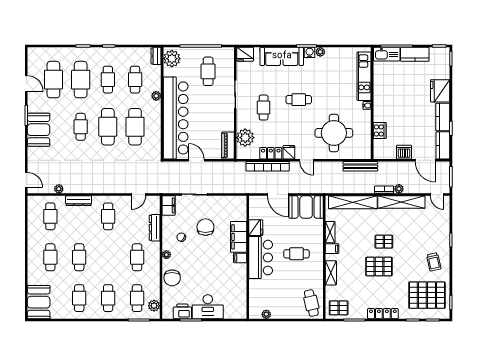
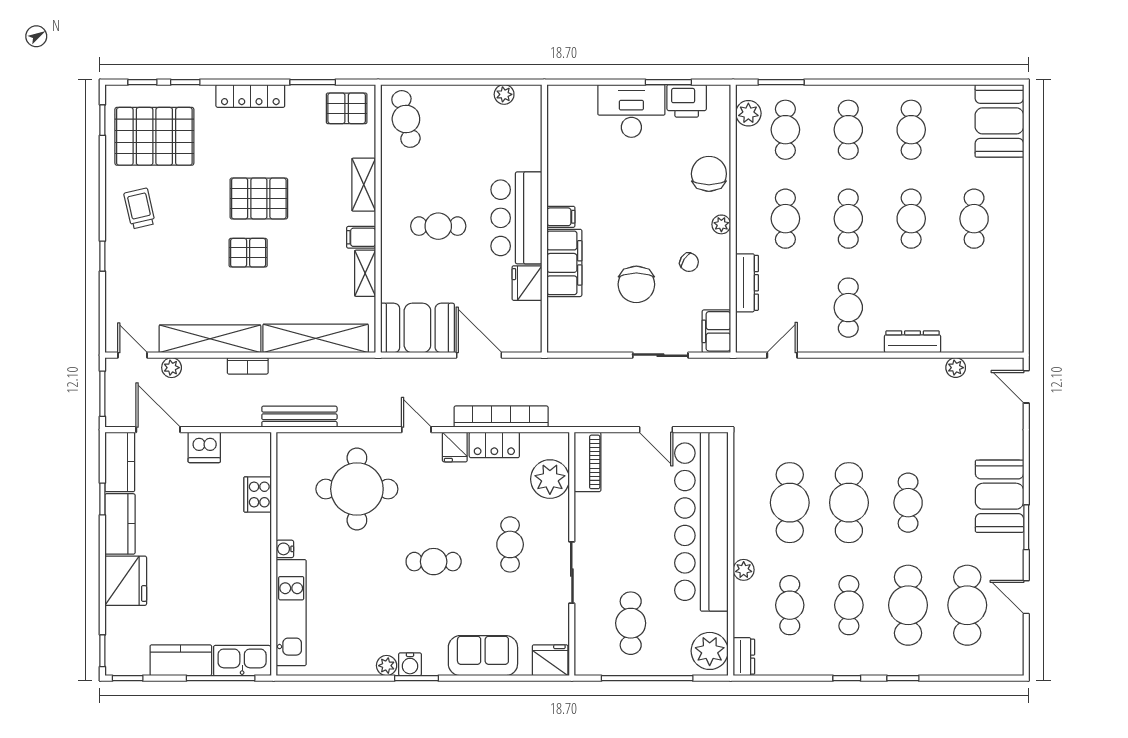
sofa: (282, 56) -> (483, 656), width x0.73
plant: (399, 189) -> (172, 368), moved
cafe table: (50, 216) -> (848, 219), moved

